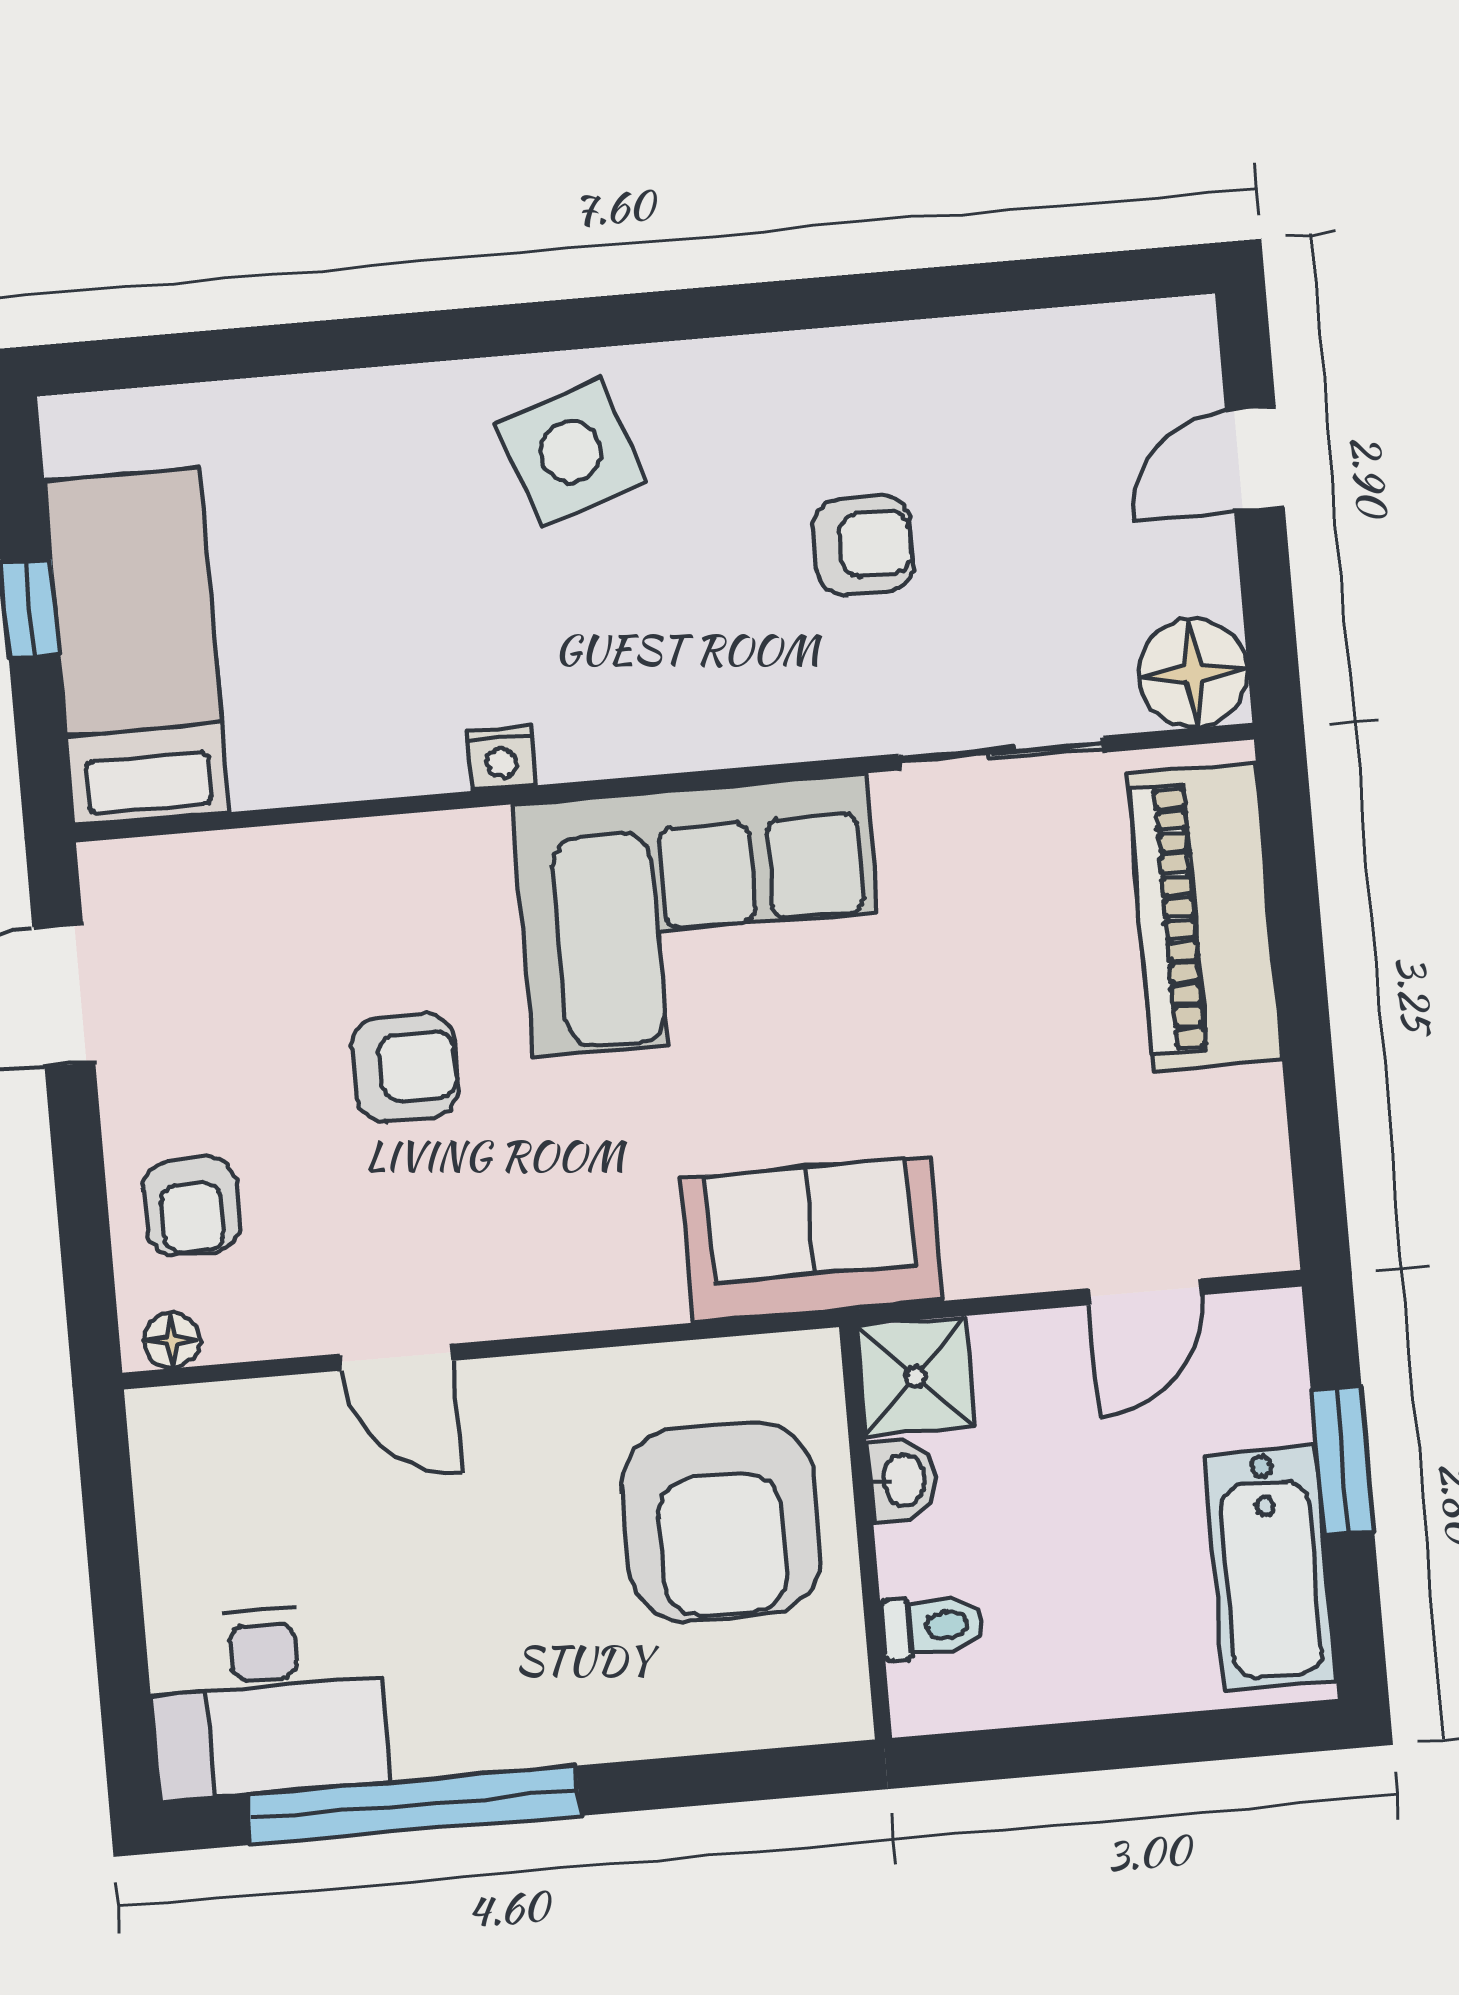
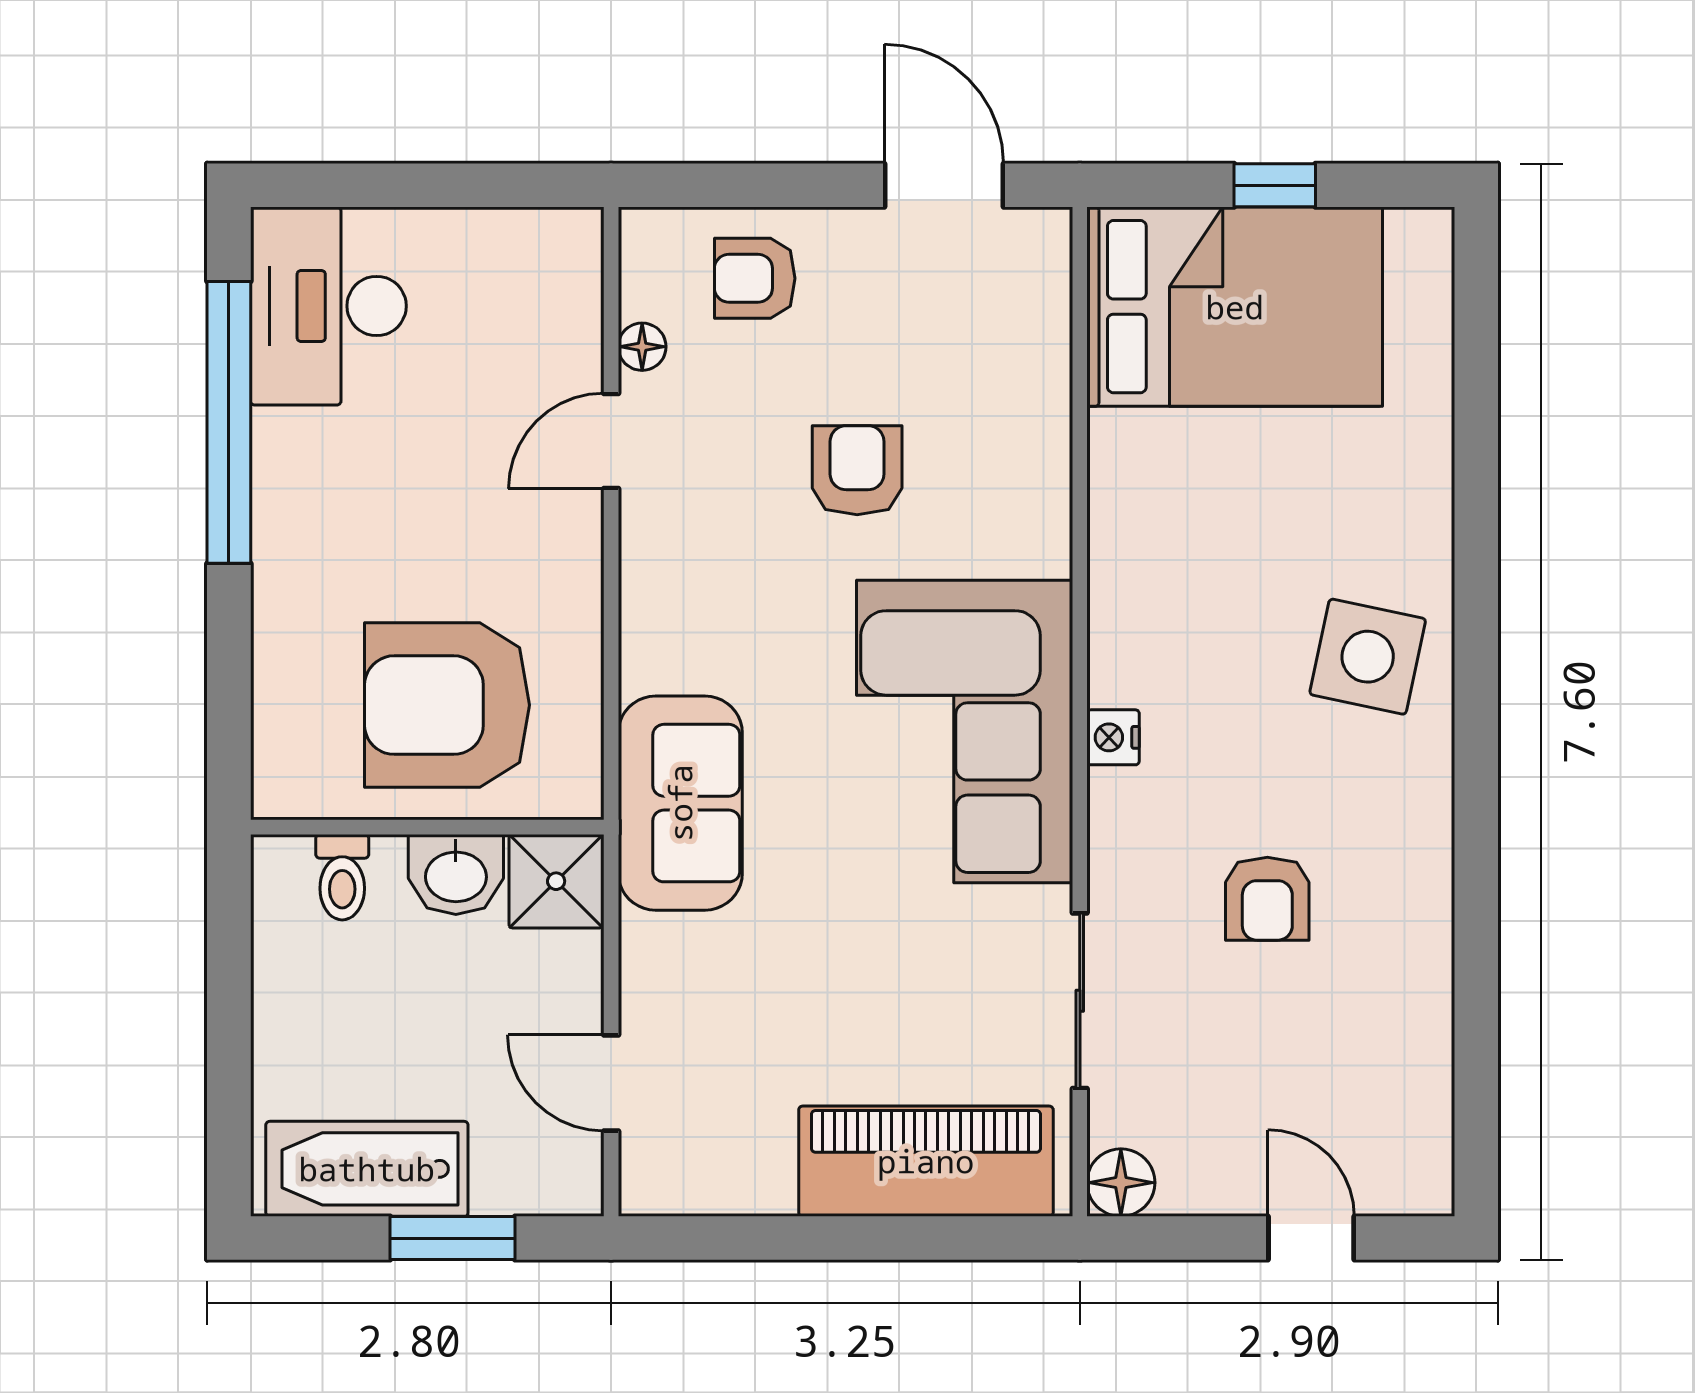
side table: (571, 452) -> (1368, 657), turned 31
bed: (137, 647) -> (1235, 307), width x1.50
floor lamp: (1193, 673) -> (1121, 1183), width x0.73, depth x0.73
nightstand: (501, 758) -> (1113, 737), moved
armchair: (405, 1067) -> (857, 470), turned 180
floor lamp: (172, 1340) -> (642, 347), moved
washbasin: (902, 1480) -> (456, 874), width x1.38, depth x1.45

